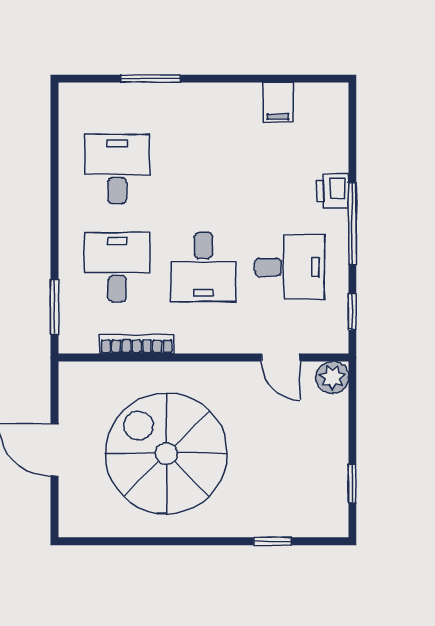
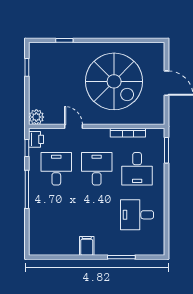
filing cabinet: (278, 103) -> (87, 246), moved
desk: (117, 169) -> (137, 215), turned 90
printer: (333, 191) -> (36, 139), moved
desk: (290, 267) -> (56, 169), turned 90
door: (281, 357) -> (73, 126), moved

